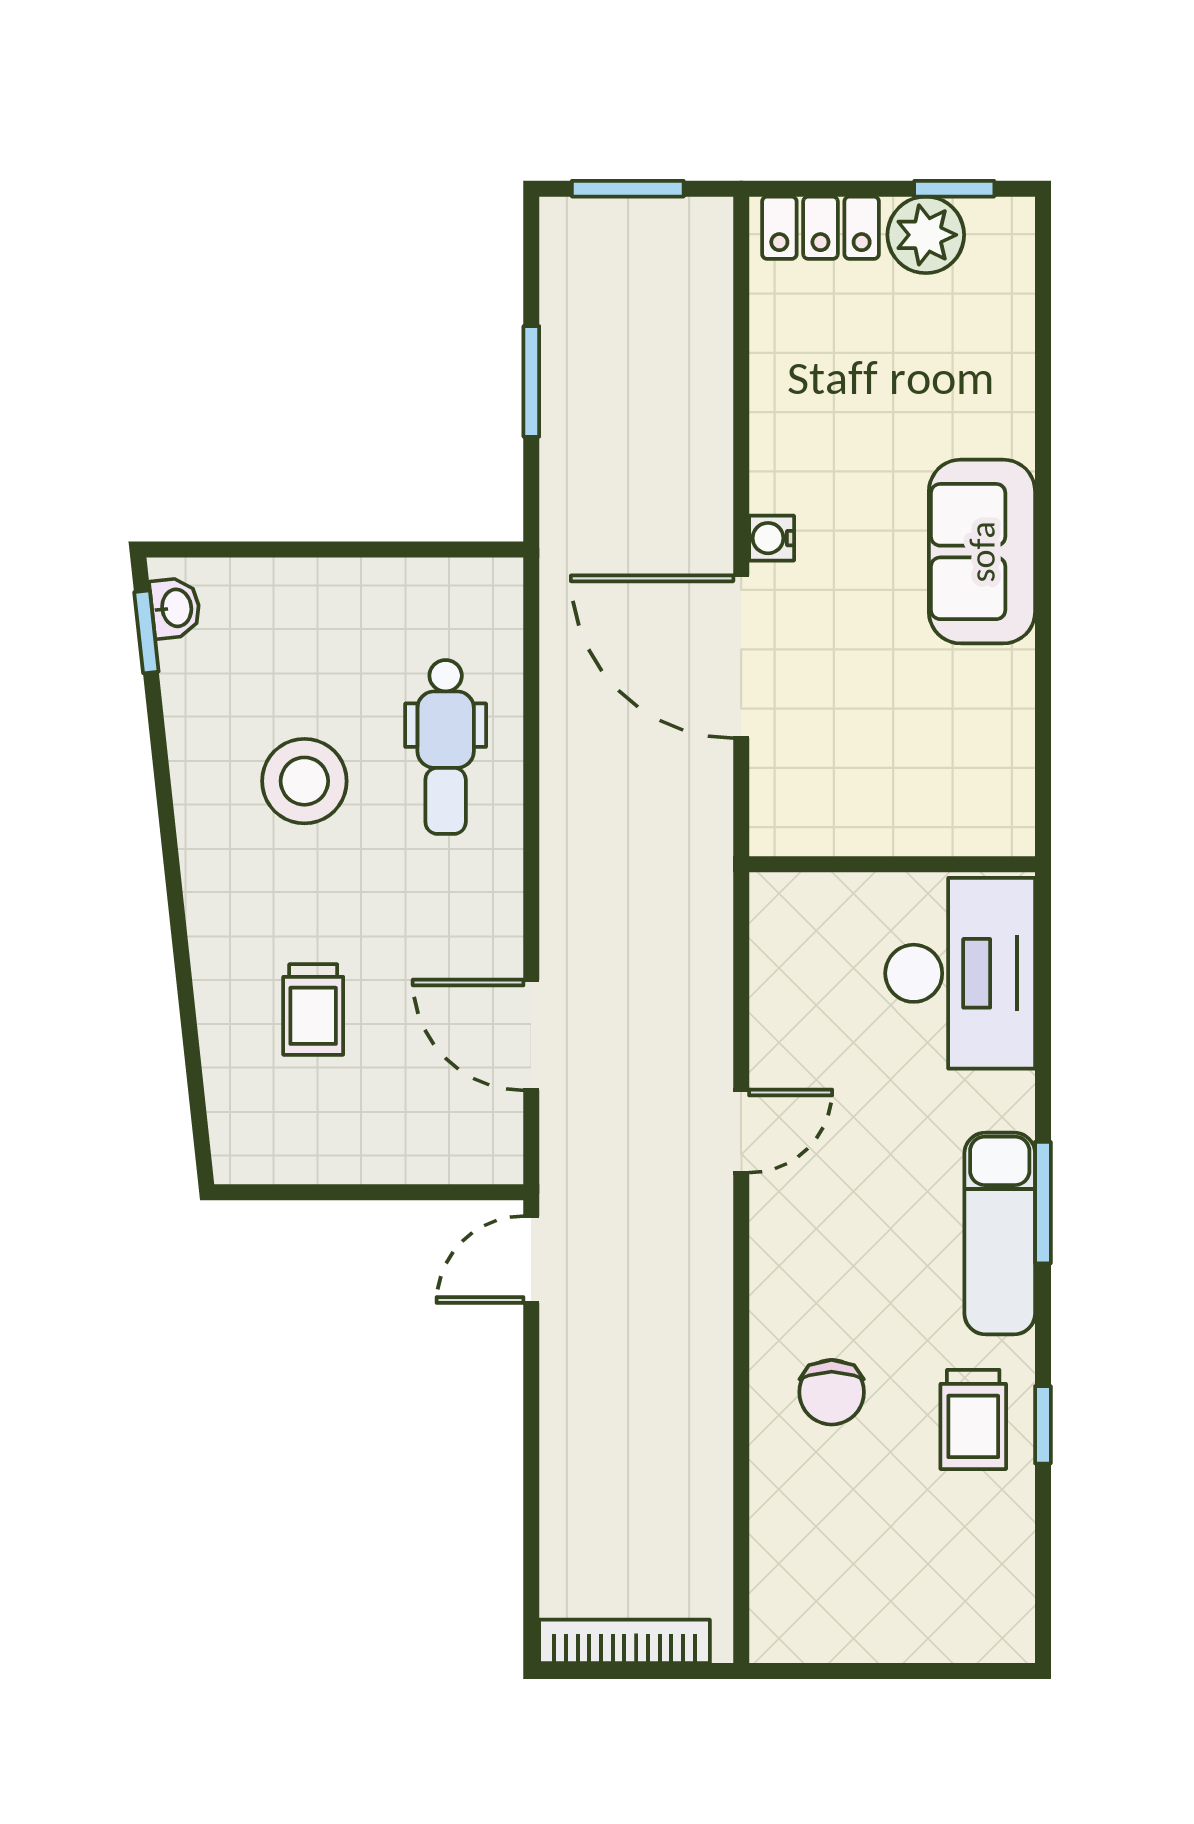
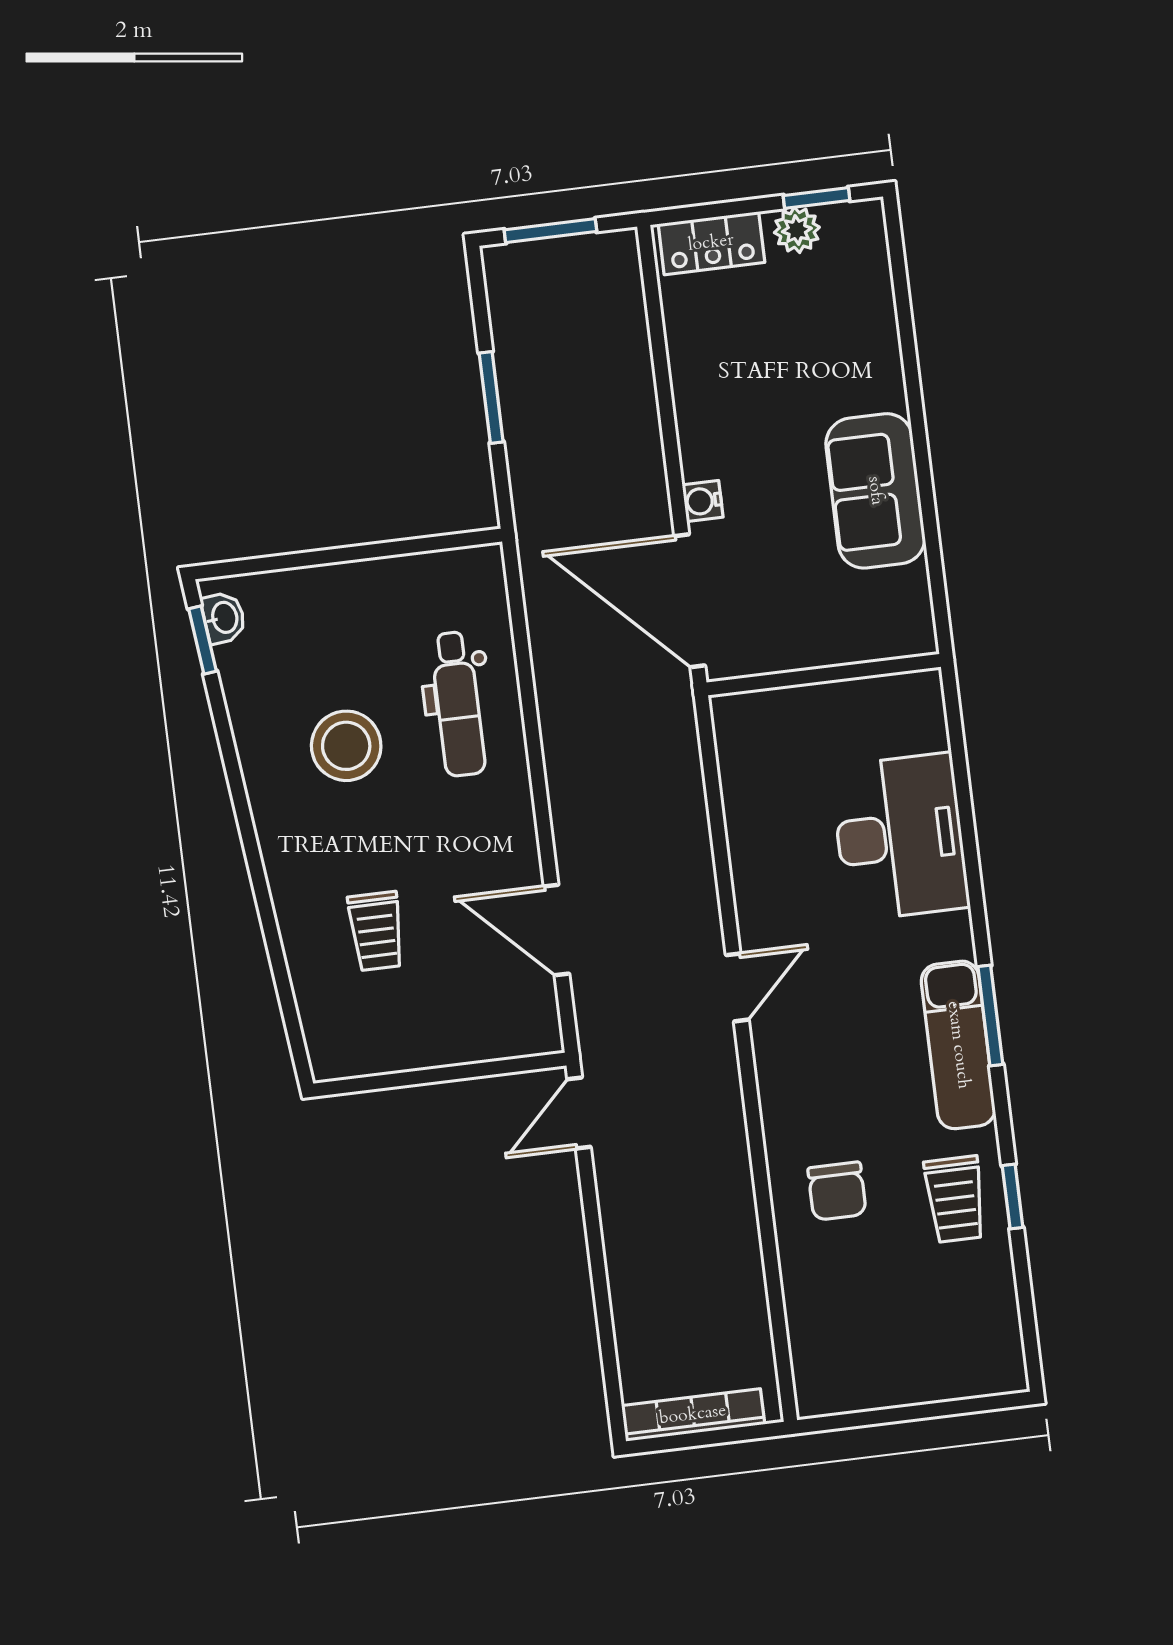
plant: (926, 235) -> (797, 230), width x0.73, depth x0.73
wall: (892, 864) -> (824, 675), moved

